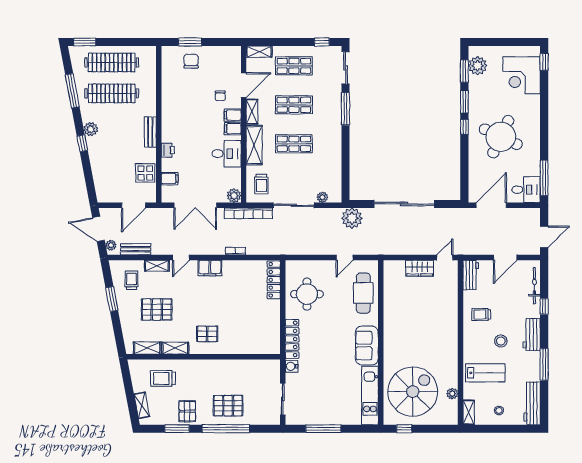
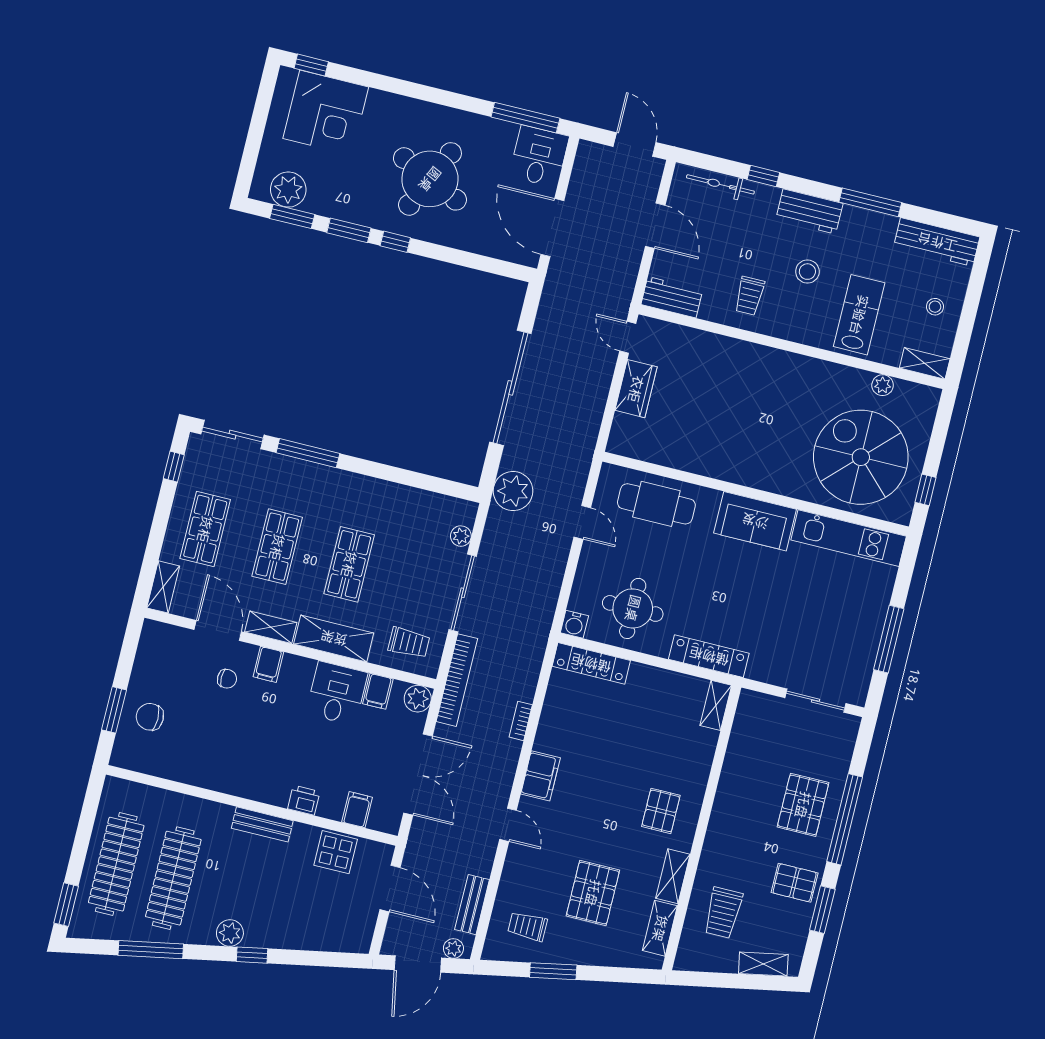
filing cabinet: (233, 129) -> (378, 691), moved
shelving: (157, 266) -> (716, 705), moved
water cooler: (292, 366) -> (574, 624), moved

